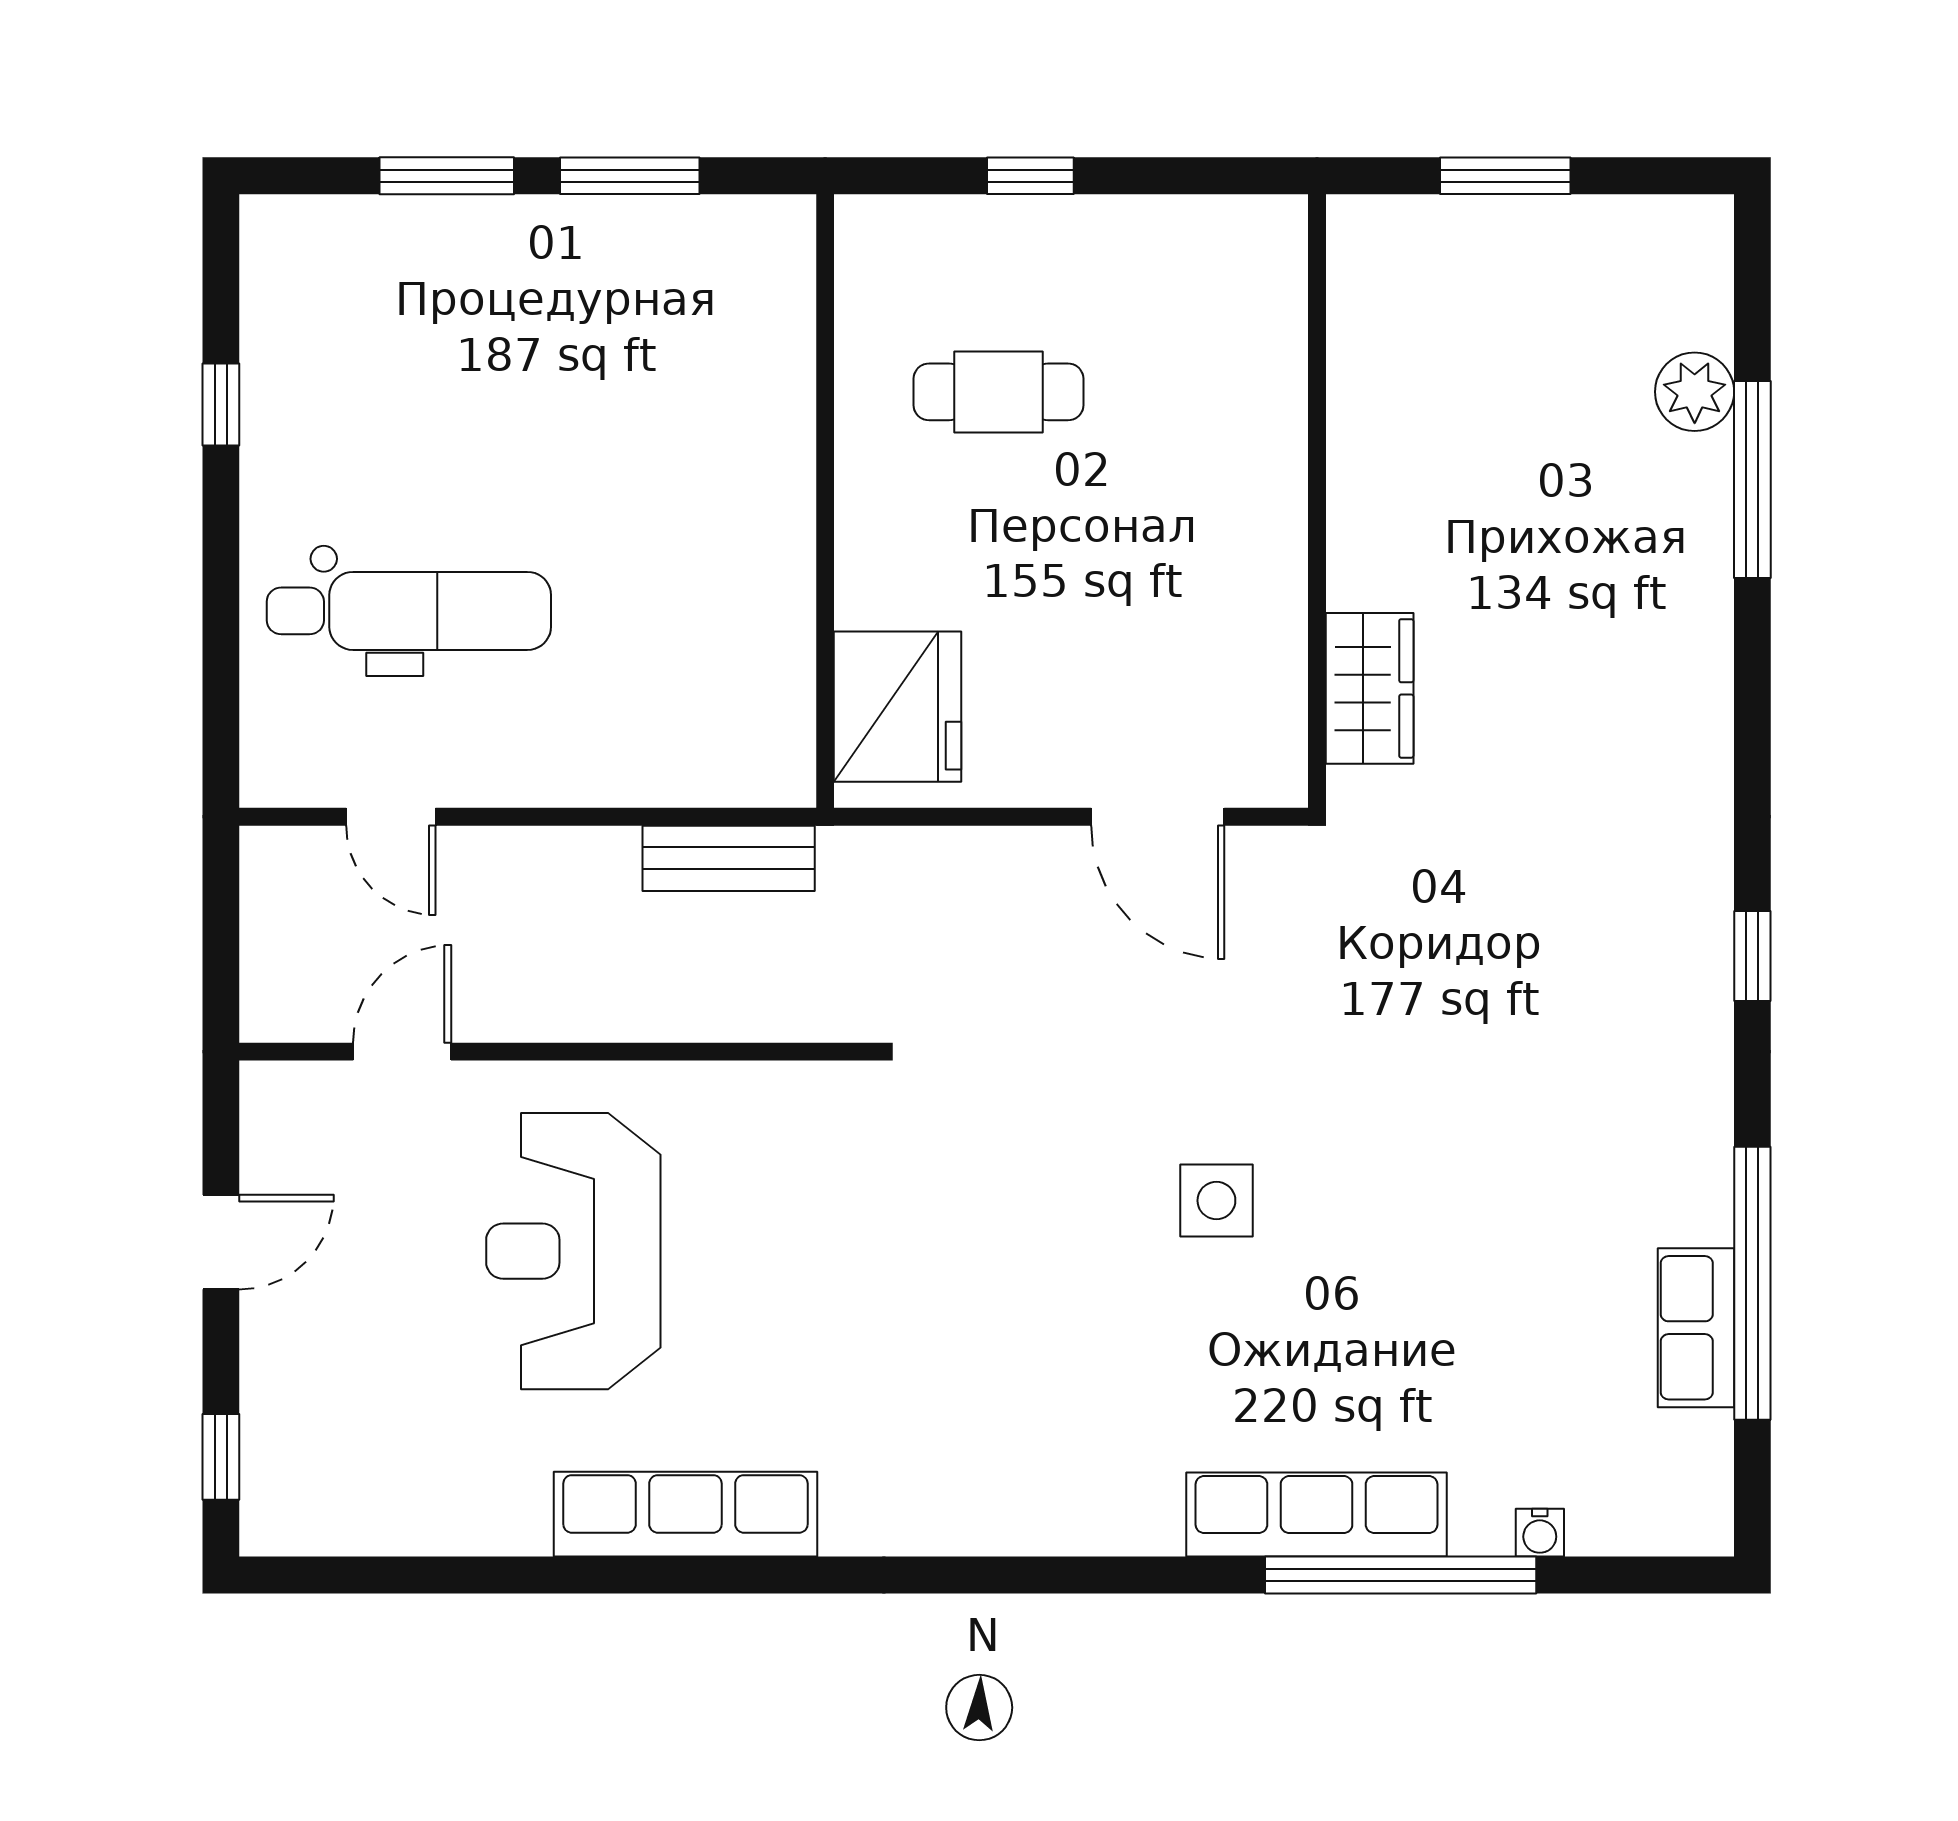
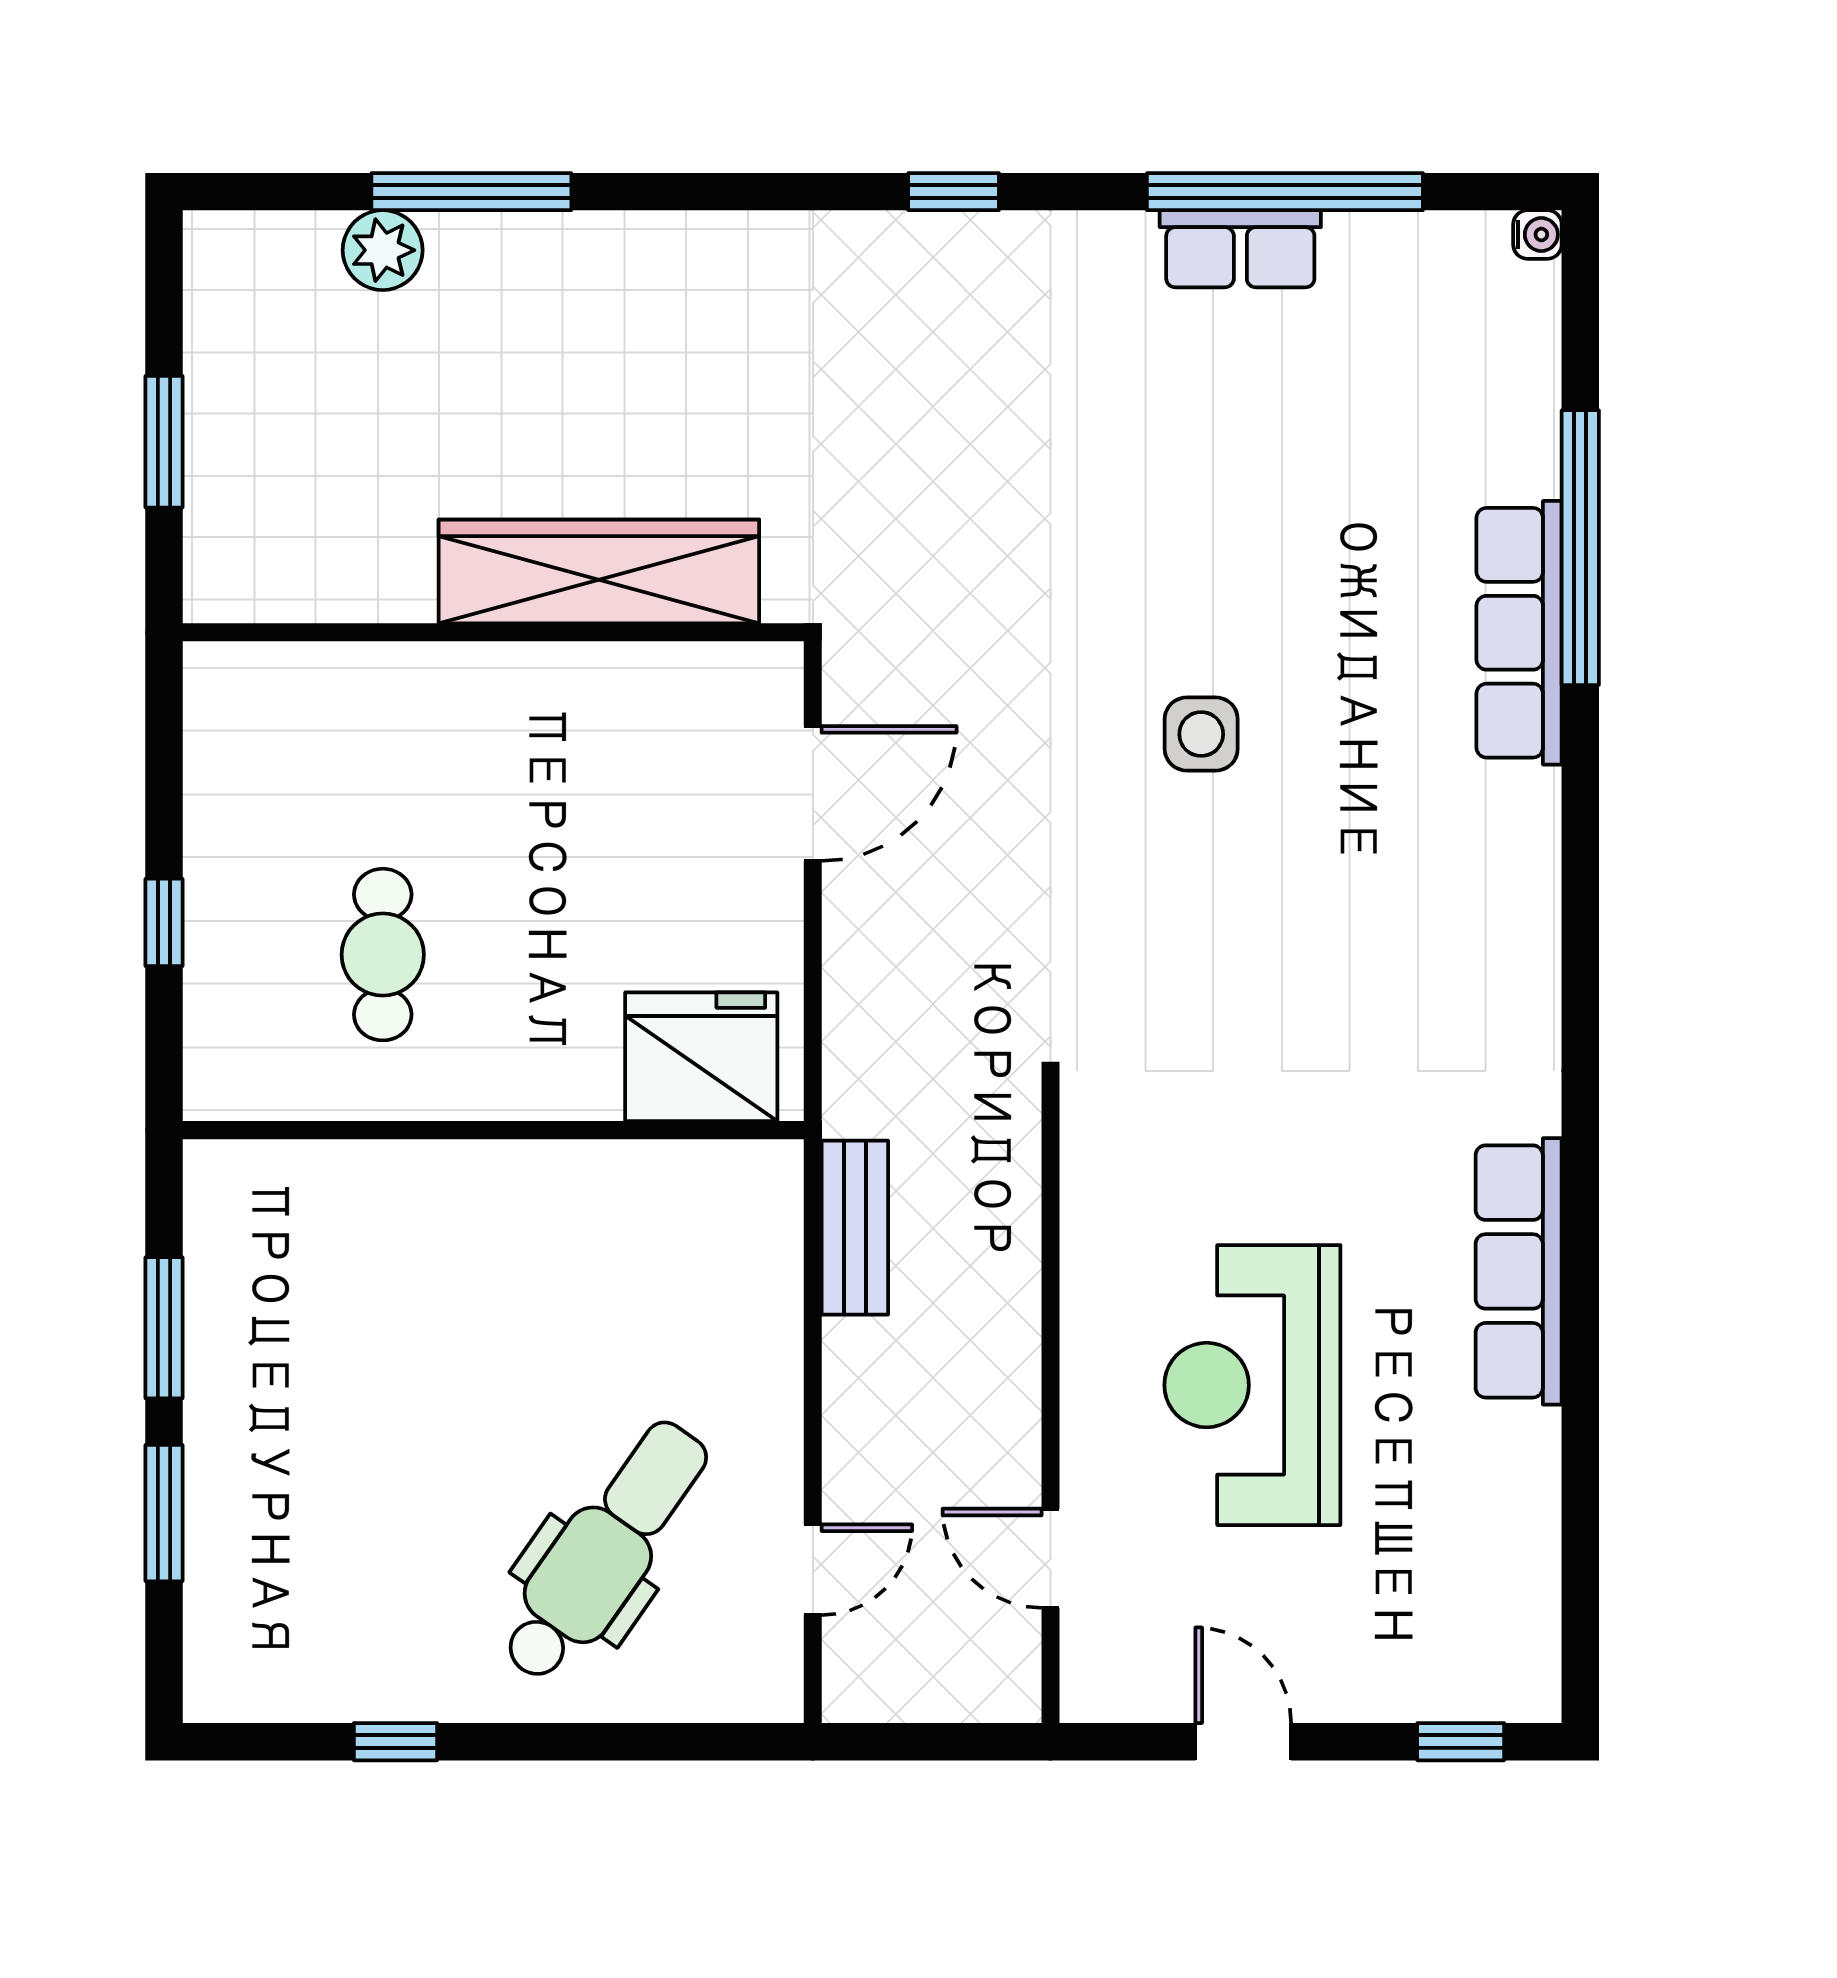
dental chair: (409, 611) -> (604, 1551), turned 35
wardrobe: (1370, 688) -> (599, 571), width x2.10, depth x1.17
reception desk: (573, 1251) -> (1252, 1385), turned 90
row of seats: (1696, 1328) -> (1240, 249), moved
water cooler: (1540, 1533) -> (1537, 234), moved

